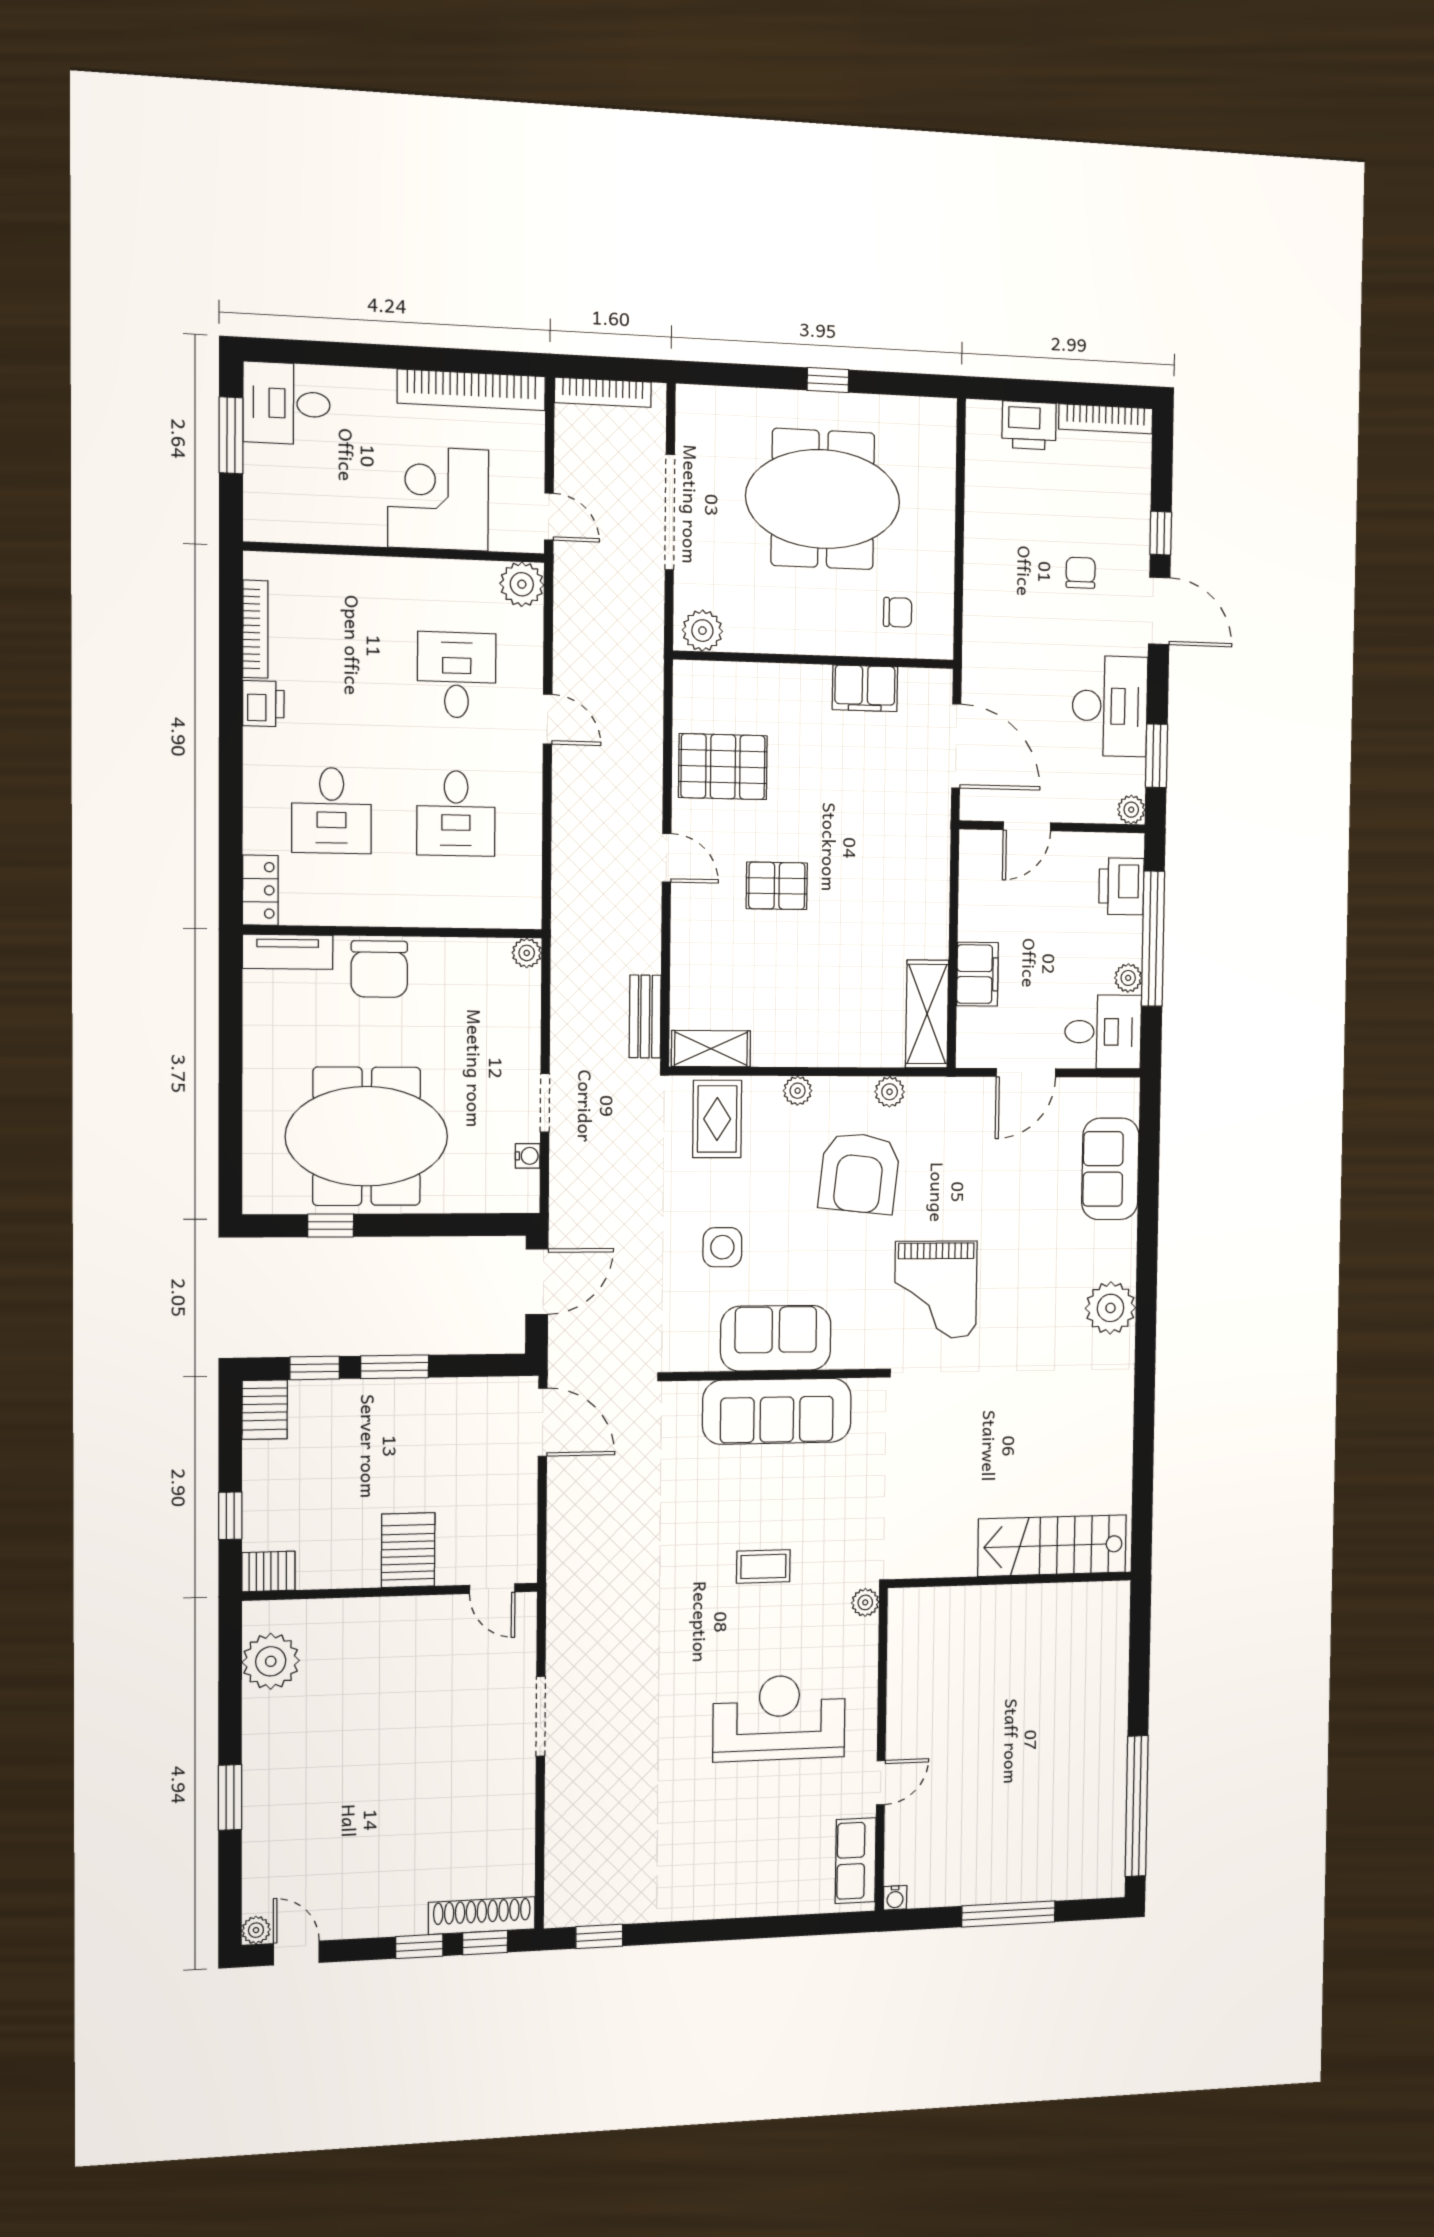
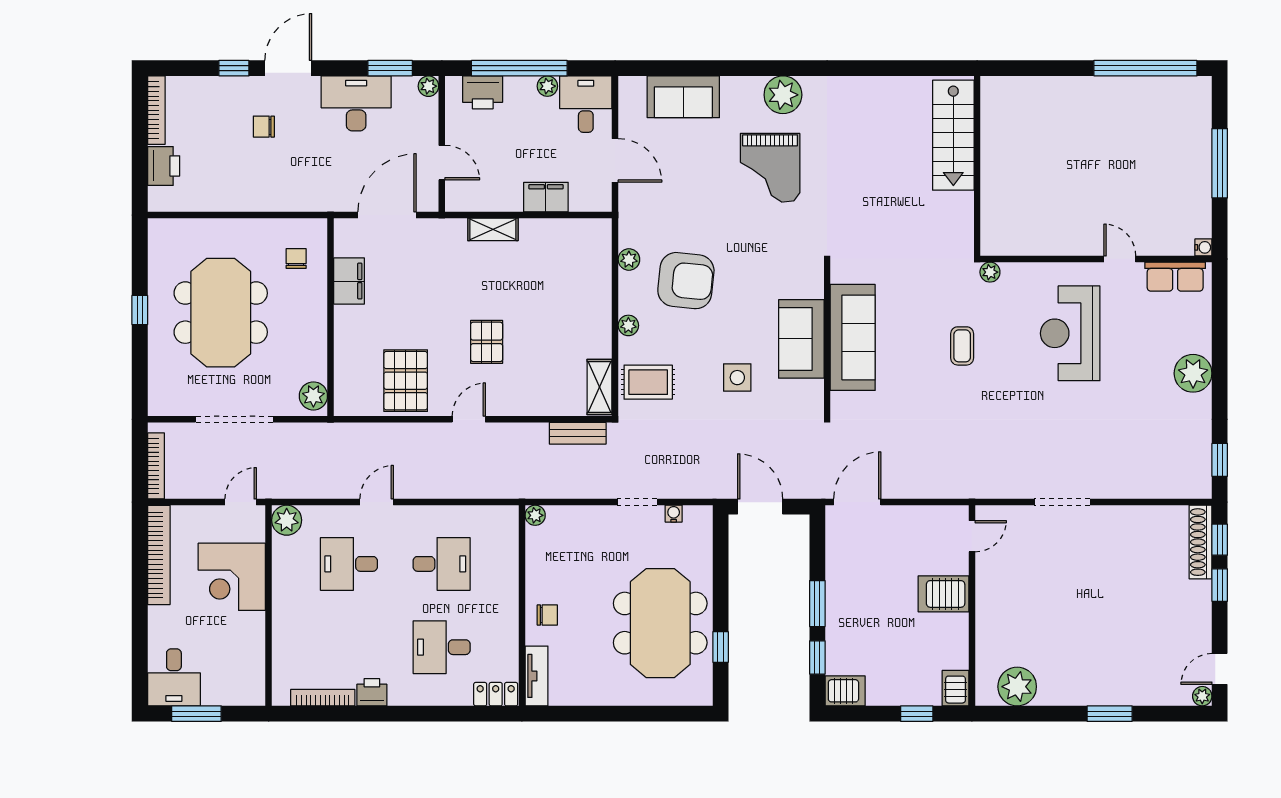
desk: (332, 810) -> (442, 647), turned 180
chair: (379, 969) -> (547, 615), width x0.54, depth x0.54
shelving: (927, 1014) -> (493, 229), moved, width x0.67, depth x0.75
grand piano: (936, 1290) -> (770, 168), moved, turned 90
plant: (722, 1892) -> (1193, 373), added

